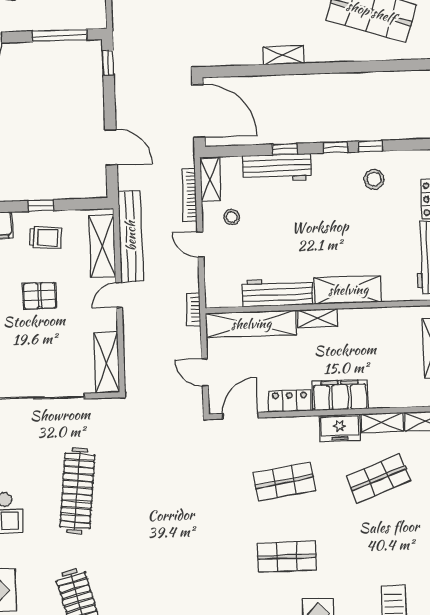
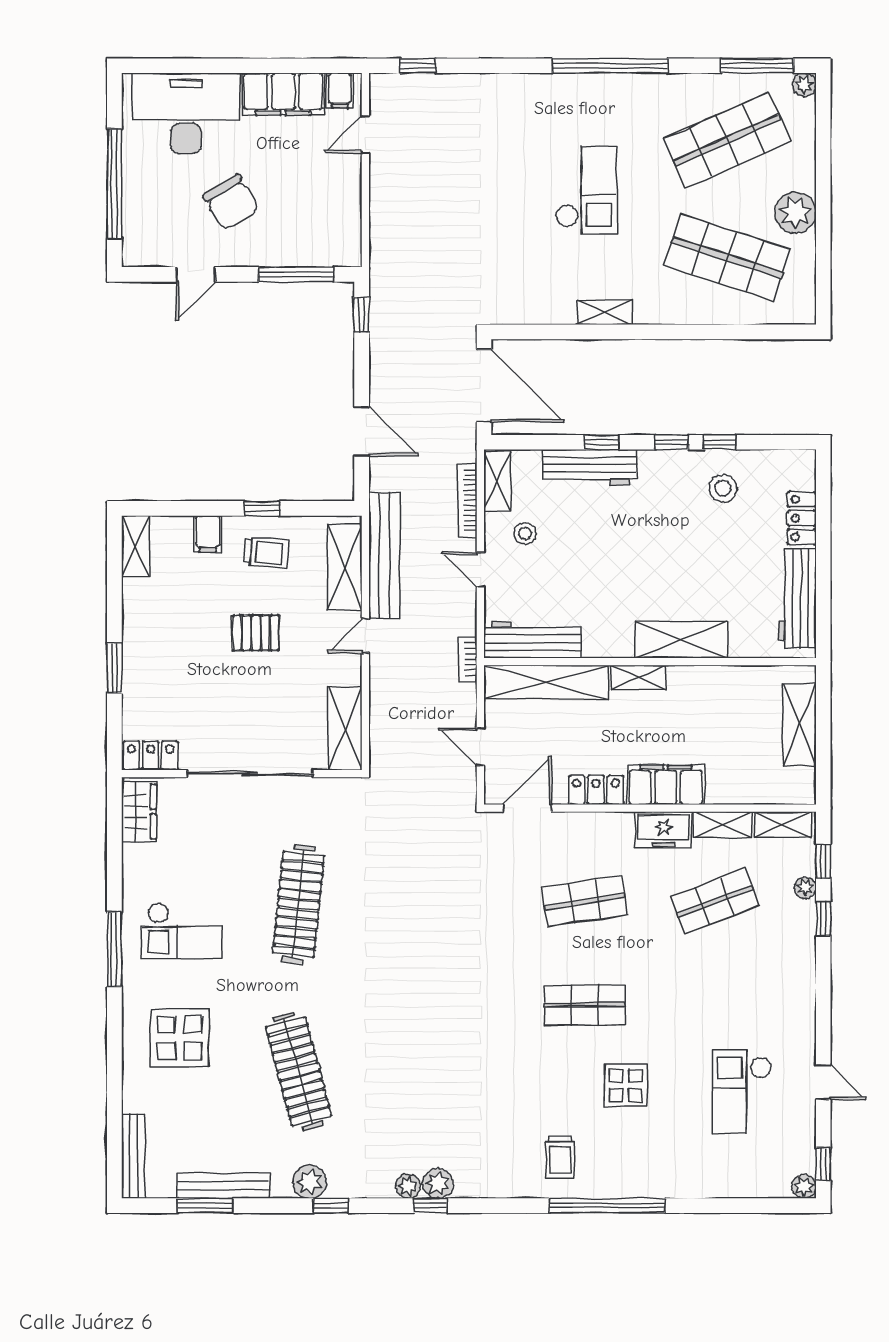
workbench: (277, 292) -> (532, 640), moved

